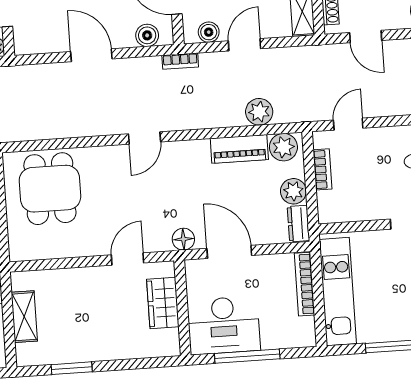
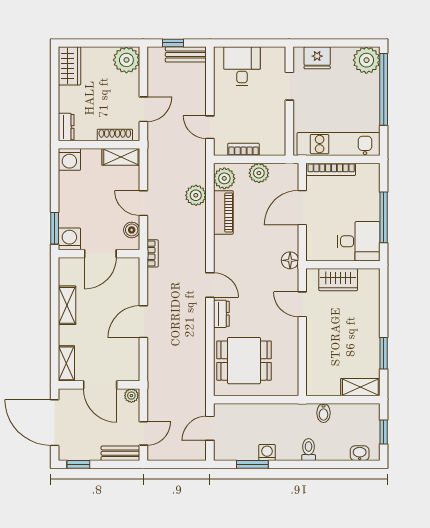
boiler: (147, 35) -> (131, 278), removed
dresser: (298, 224) -> (221, 314), moved, turned -90
door: (229, 252) -> (302, 208), moved
shelving: (24, 317) -> (360, 387), moved
desk: (224, 325) -> (359, 241), width x0.73

